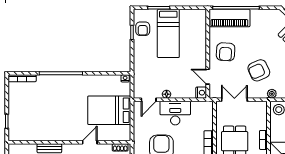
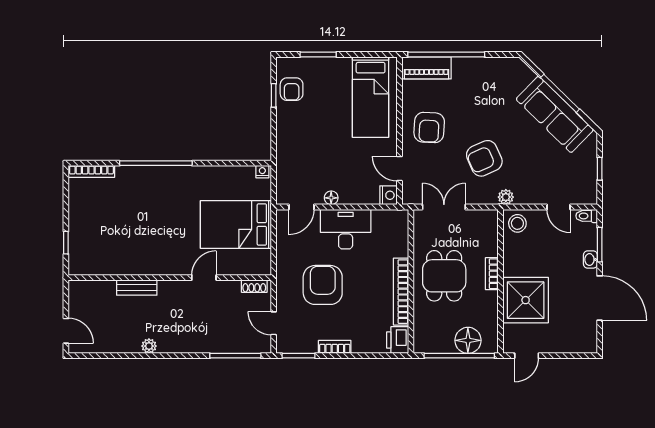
piano: (229, 18) -> (427, 68), width x0.73, depth x0.75
bed: (168, 33) -> (371, 97), moved

